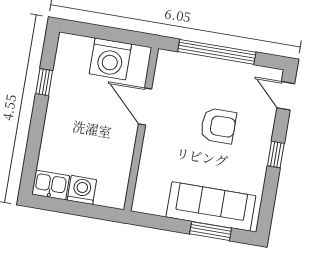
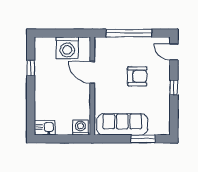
washing machine: (82, 190) -> (80, 127), moved
sofa: (211, 206) -> (122, 124), moved

